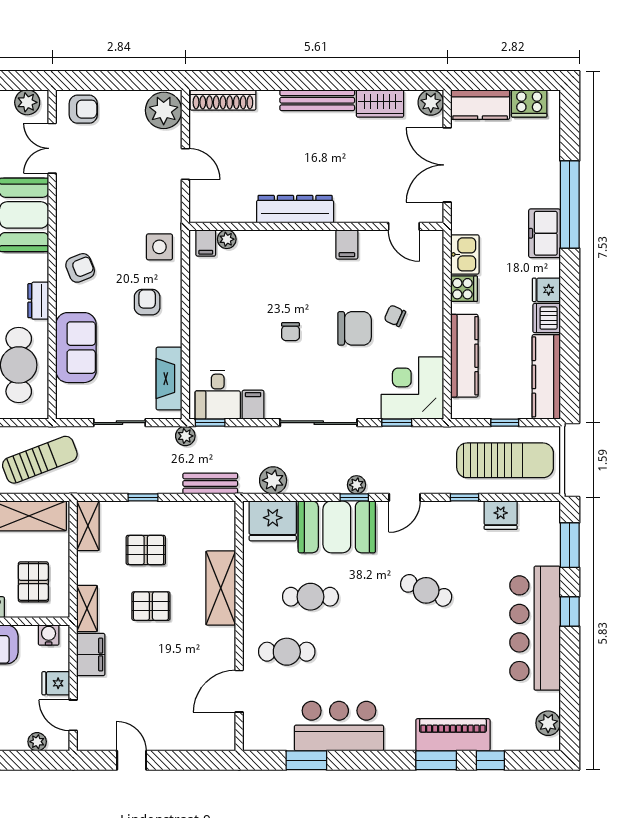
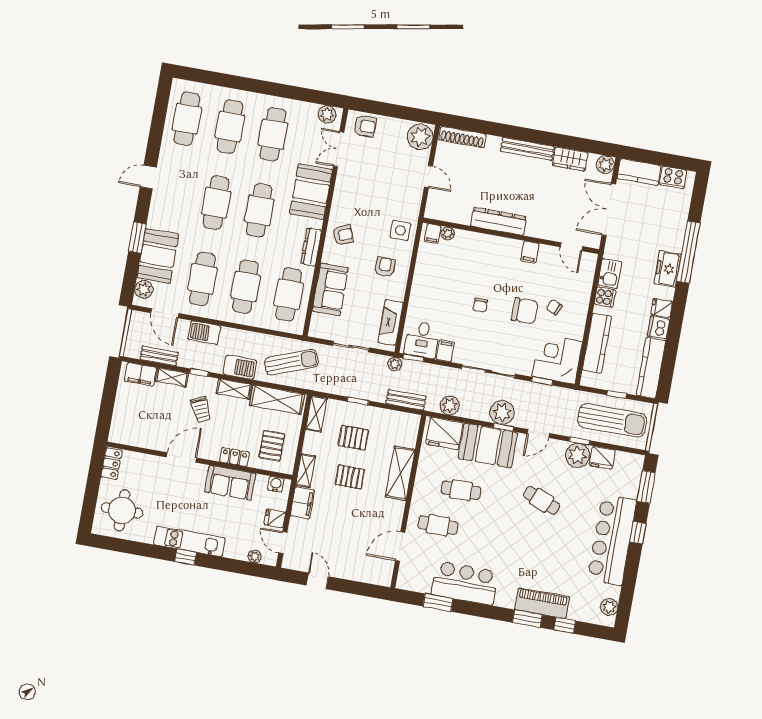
dresser: (38, 301) -> (311, 247), width x1.44
plant: (356, 485) -> (502, 412), width x1.88, depth x1.88
plant: (465, 518) -> (577, 455), added

